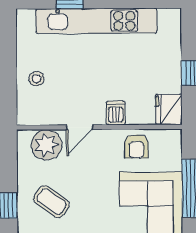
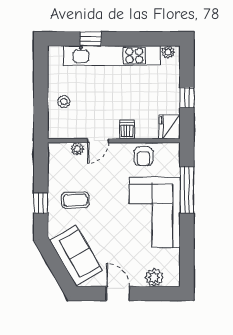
plant: (166, 16) -> (168, 52), added
plant: (46, 145) -> (77, 149), width x0.53, depth x0.53
coffee table: (52, 202) -> (75, 200), turned -38

